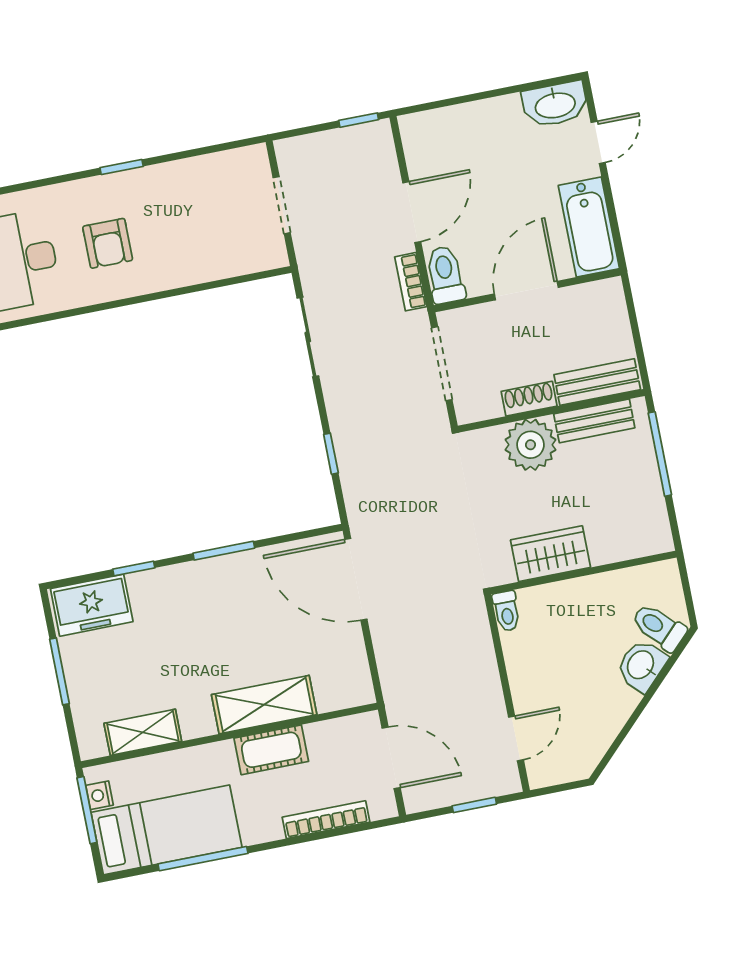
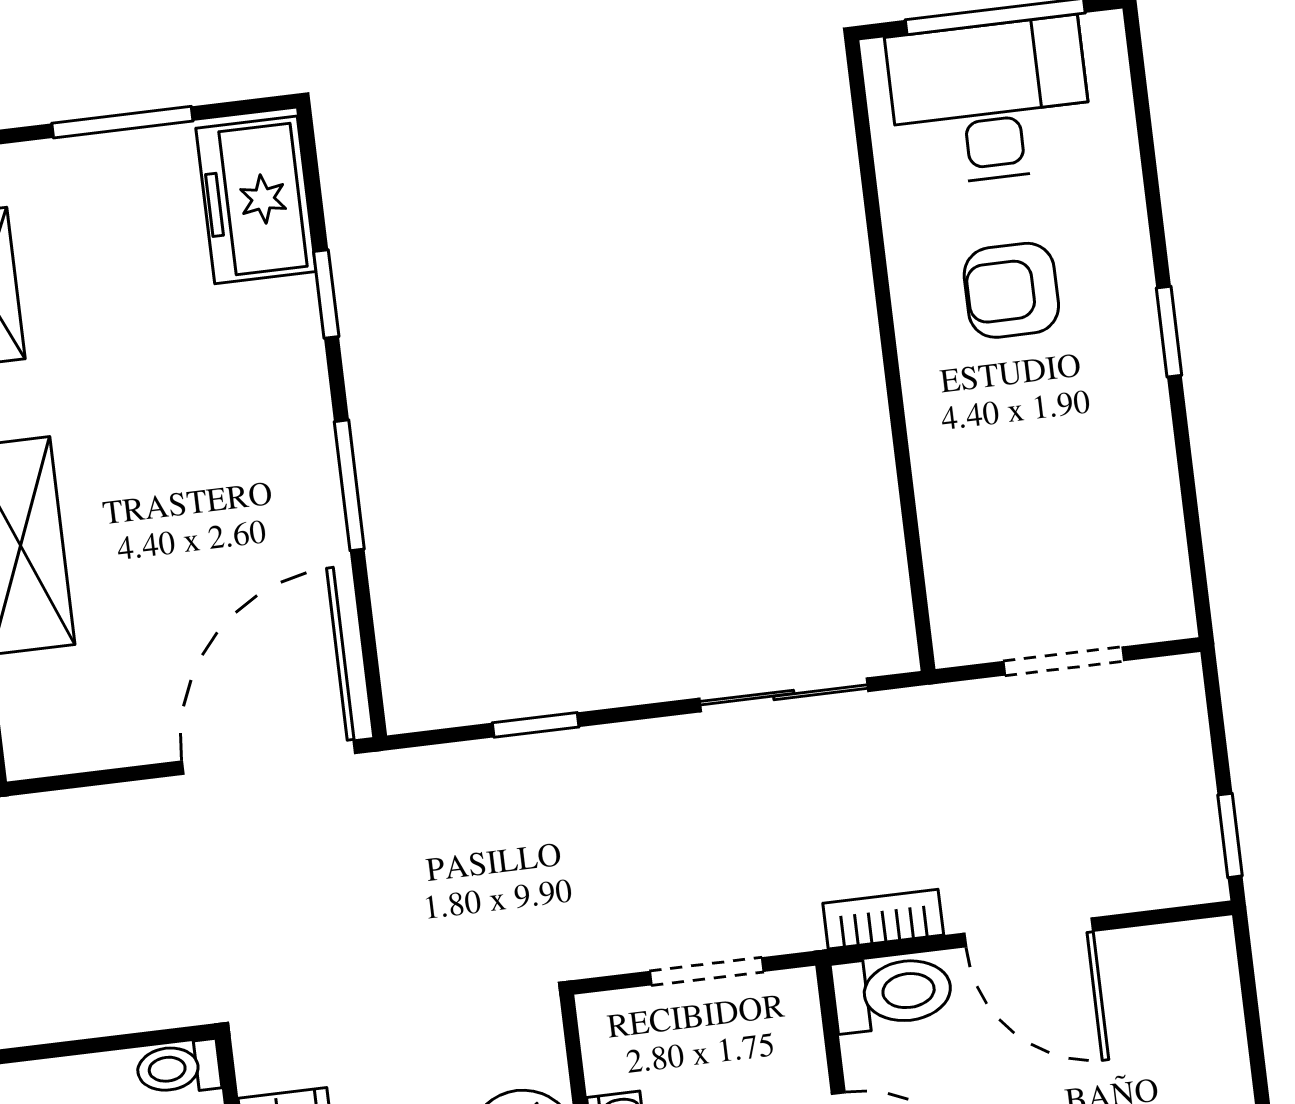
doorway: (442, 364) -> (707, 971), width x0.73

